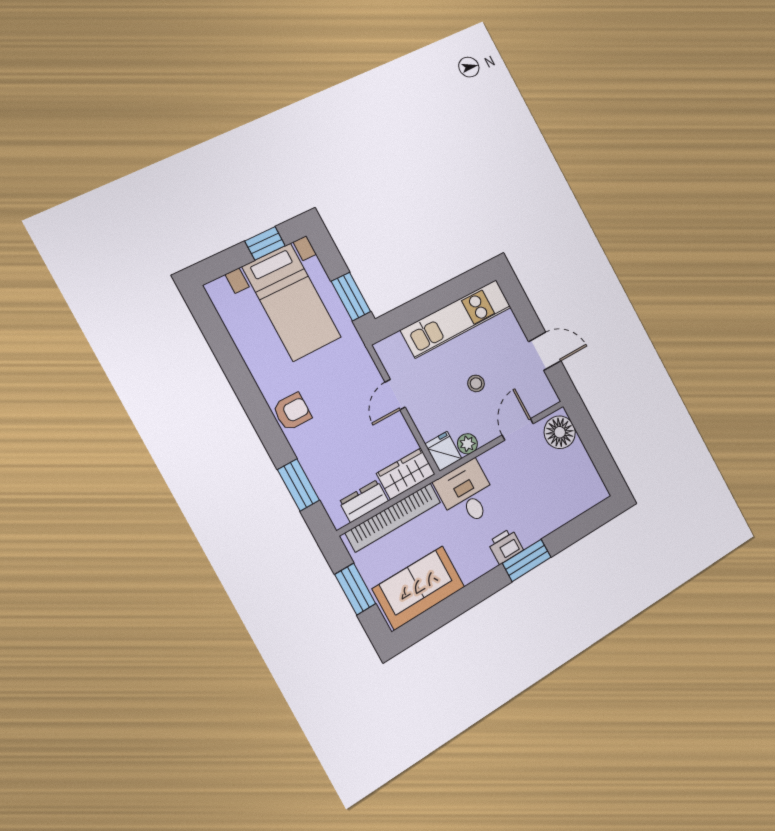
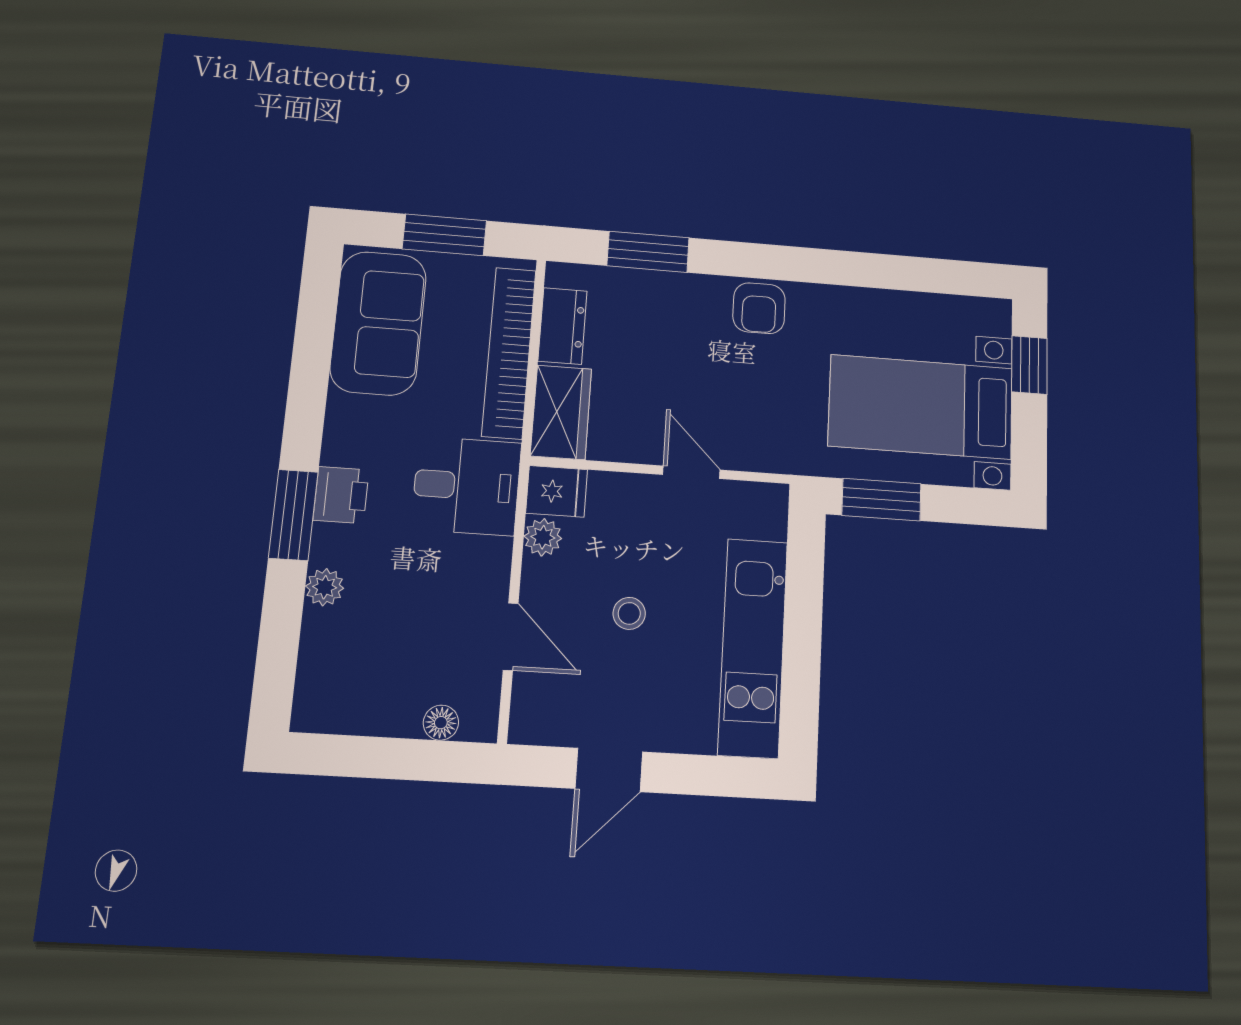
window: (265, 243) -> (1029, 365), moved
floor lamp: (560, 432) -> (441, 723), width x0.53, depth x0.53
plant: (547, 524) -> (325, 587), added

